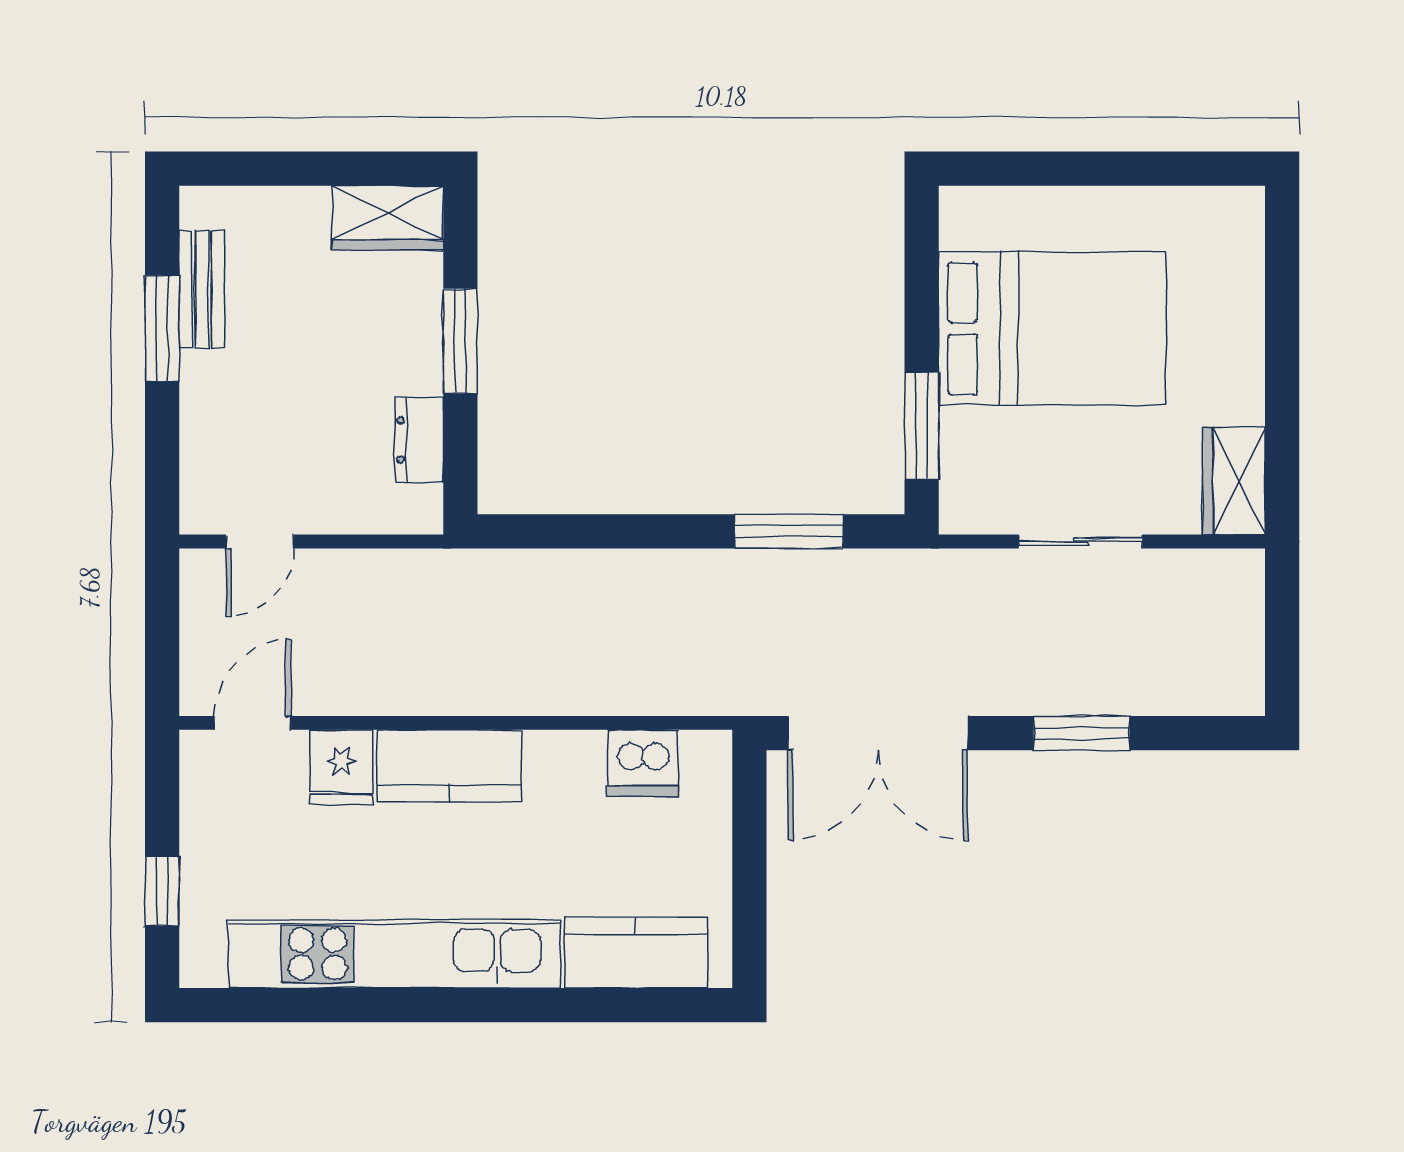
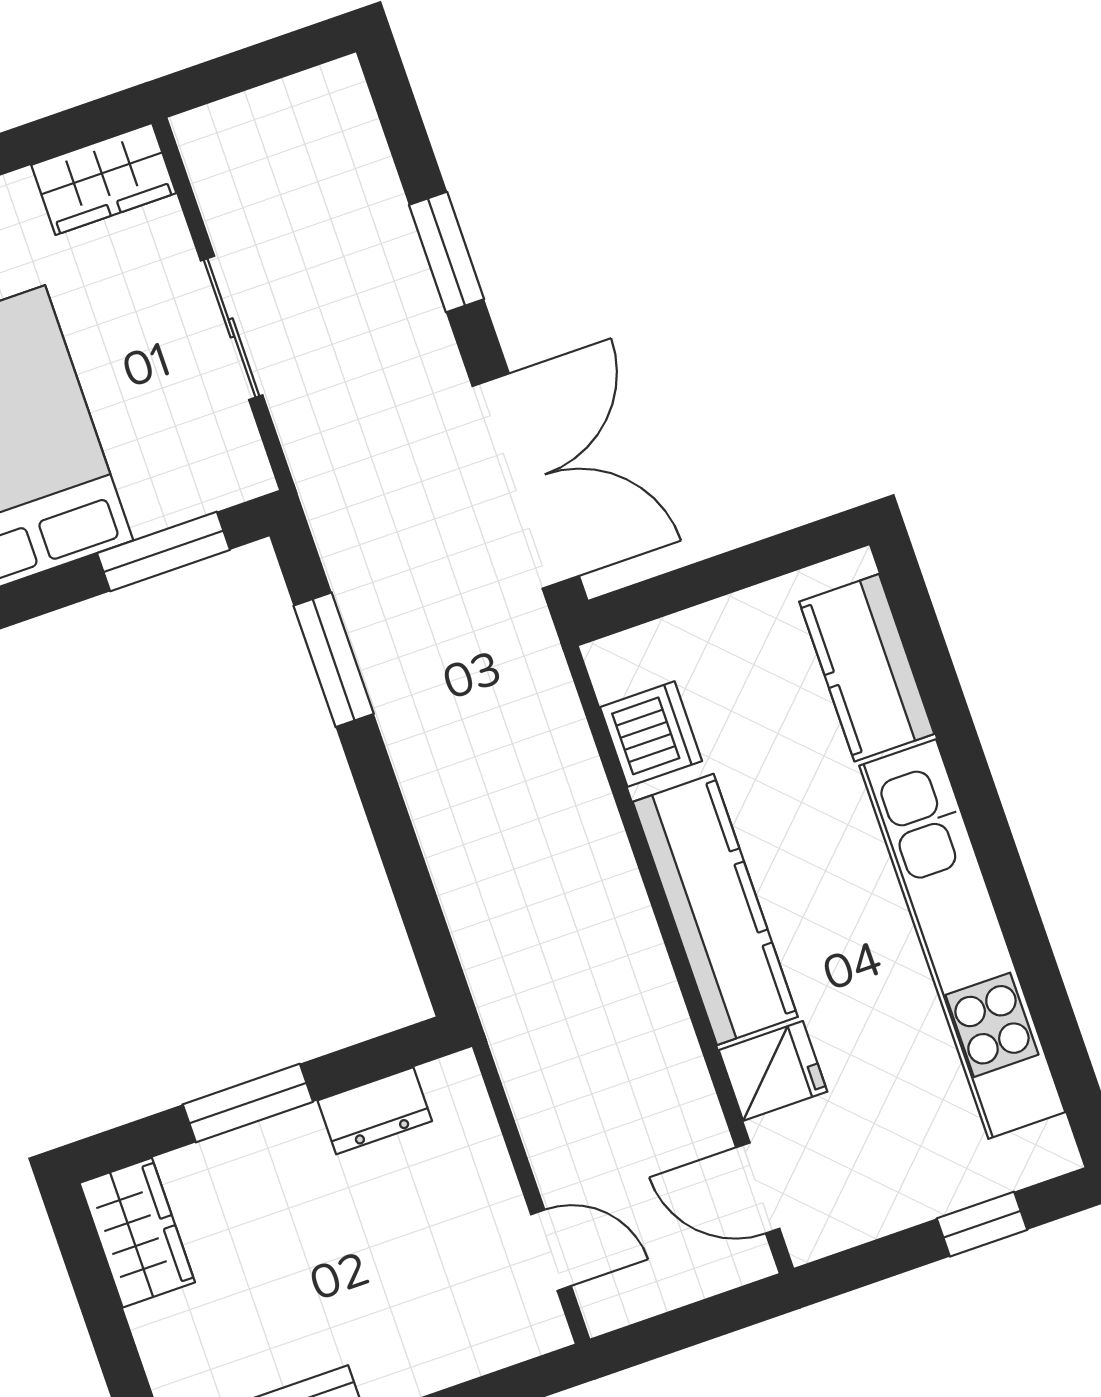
kitchen counter: (449, 766) -> (715, 909), width x1.50

